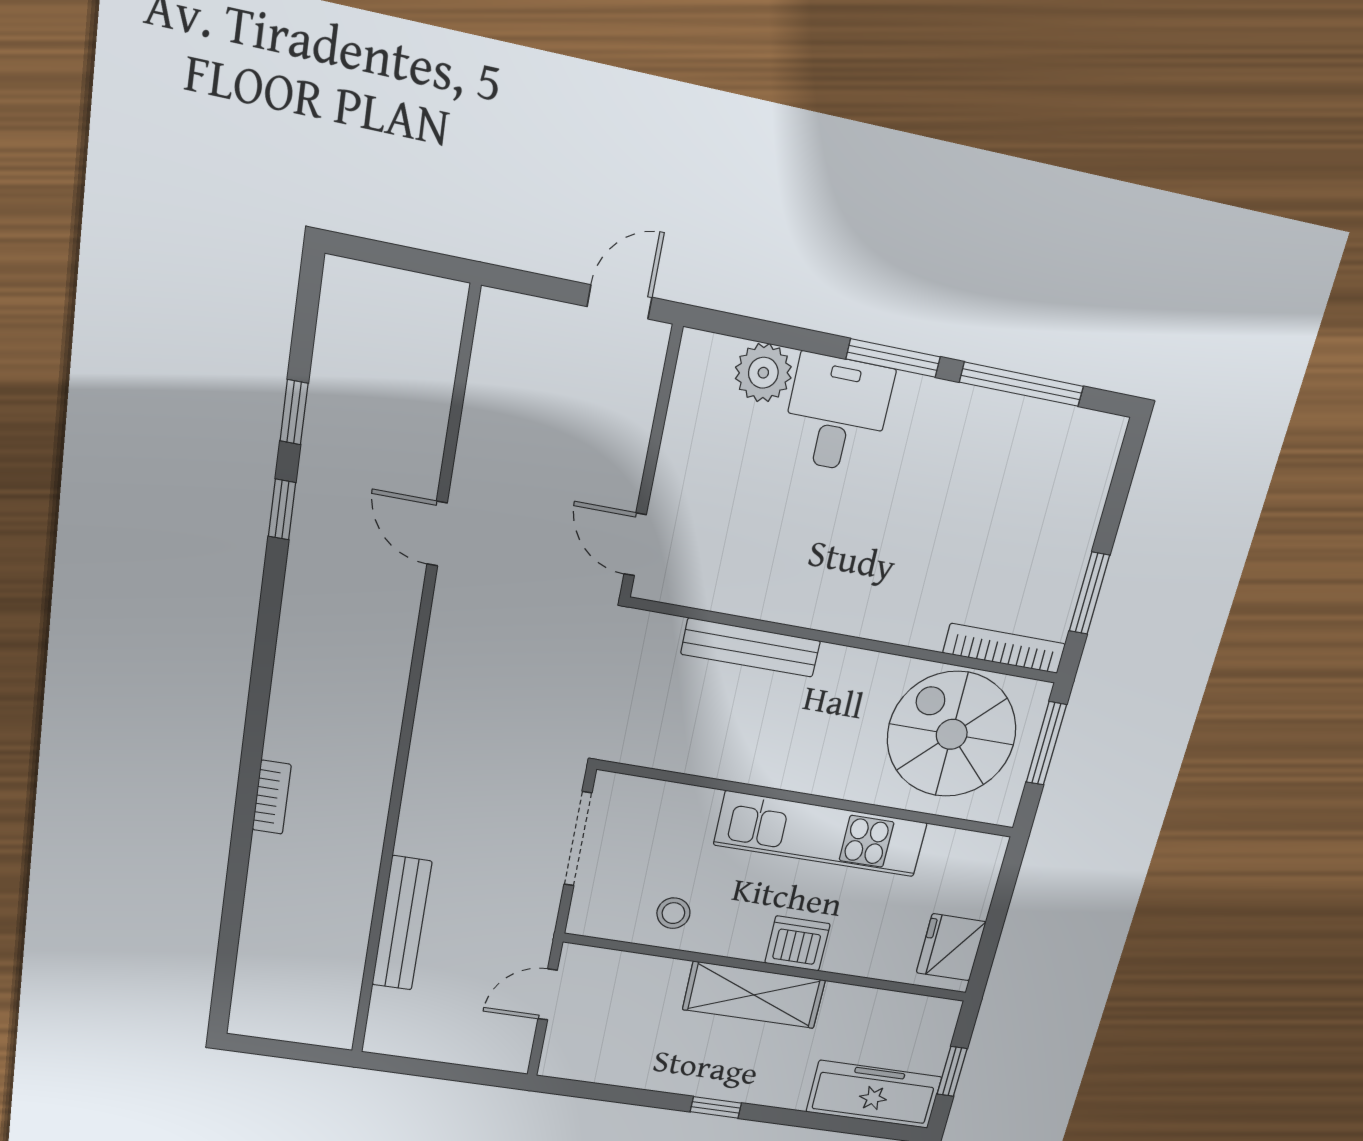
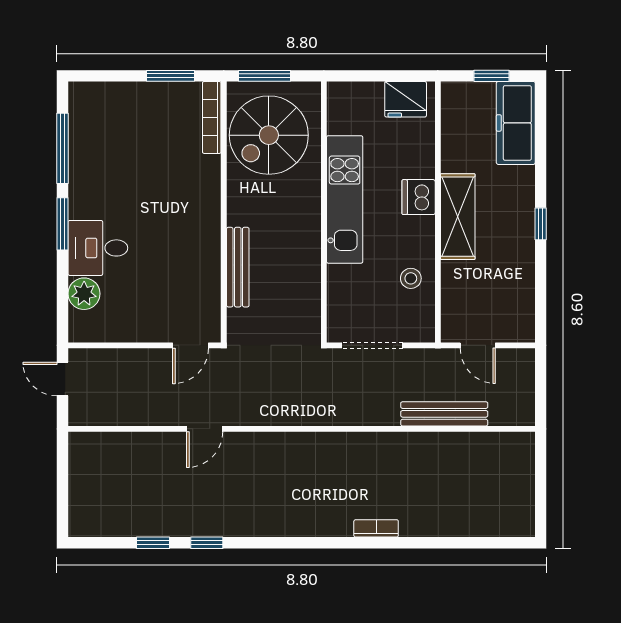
door: (437, 534) -> (205, 429), moved
wall: (412, 697) -> (302, 429), moved
bench: (402, 923) -> (444, 414), moved

